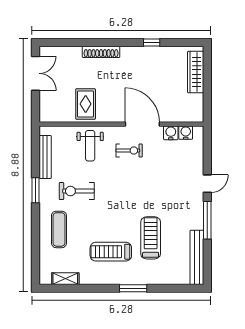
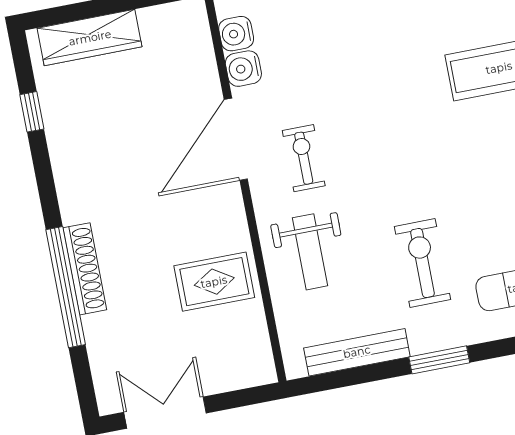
window: (95, 42) -> (66, 287), added
window: (152, 42) -> (32, 112), moved
weight bench: (90, 146) -> (310, 252), turned 90
exercise bike: (77, 191) -> (423, 263), turned 180

